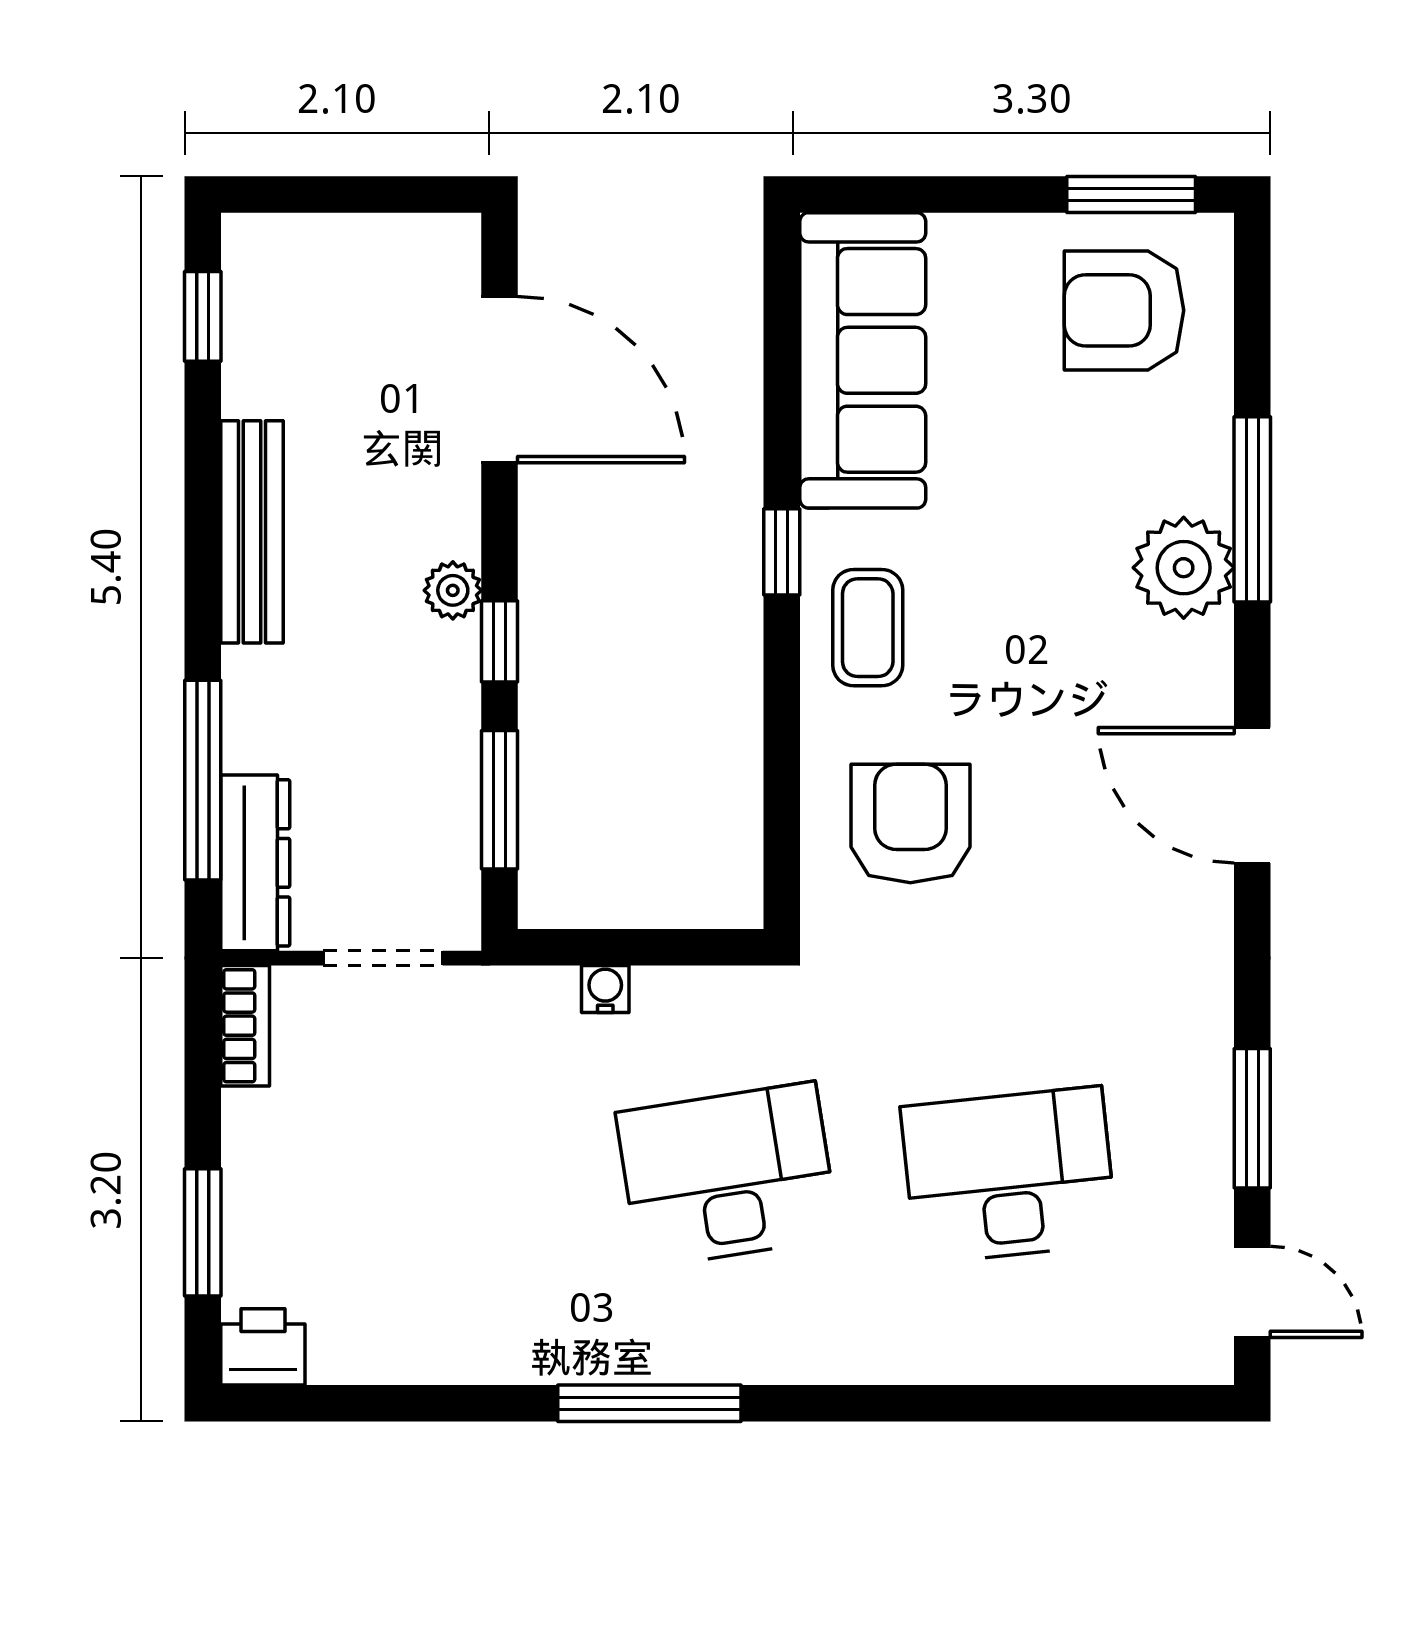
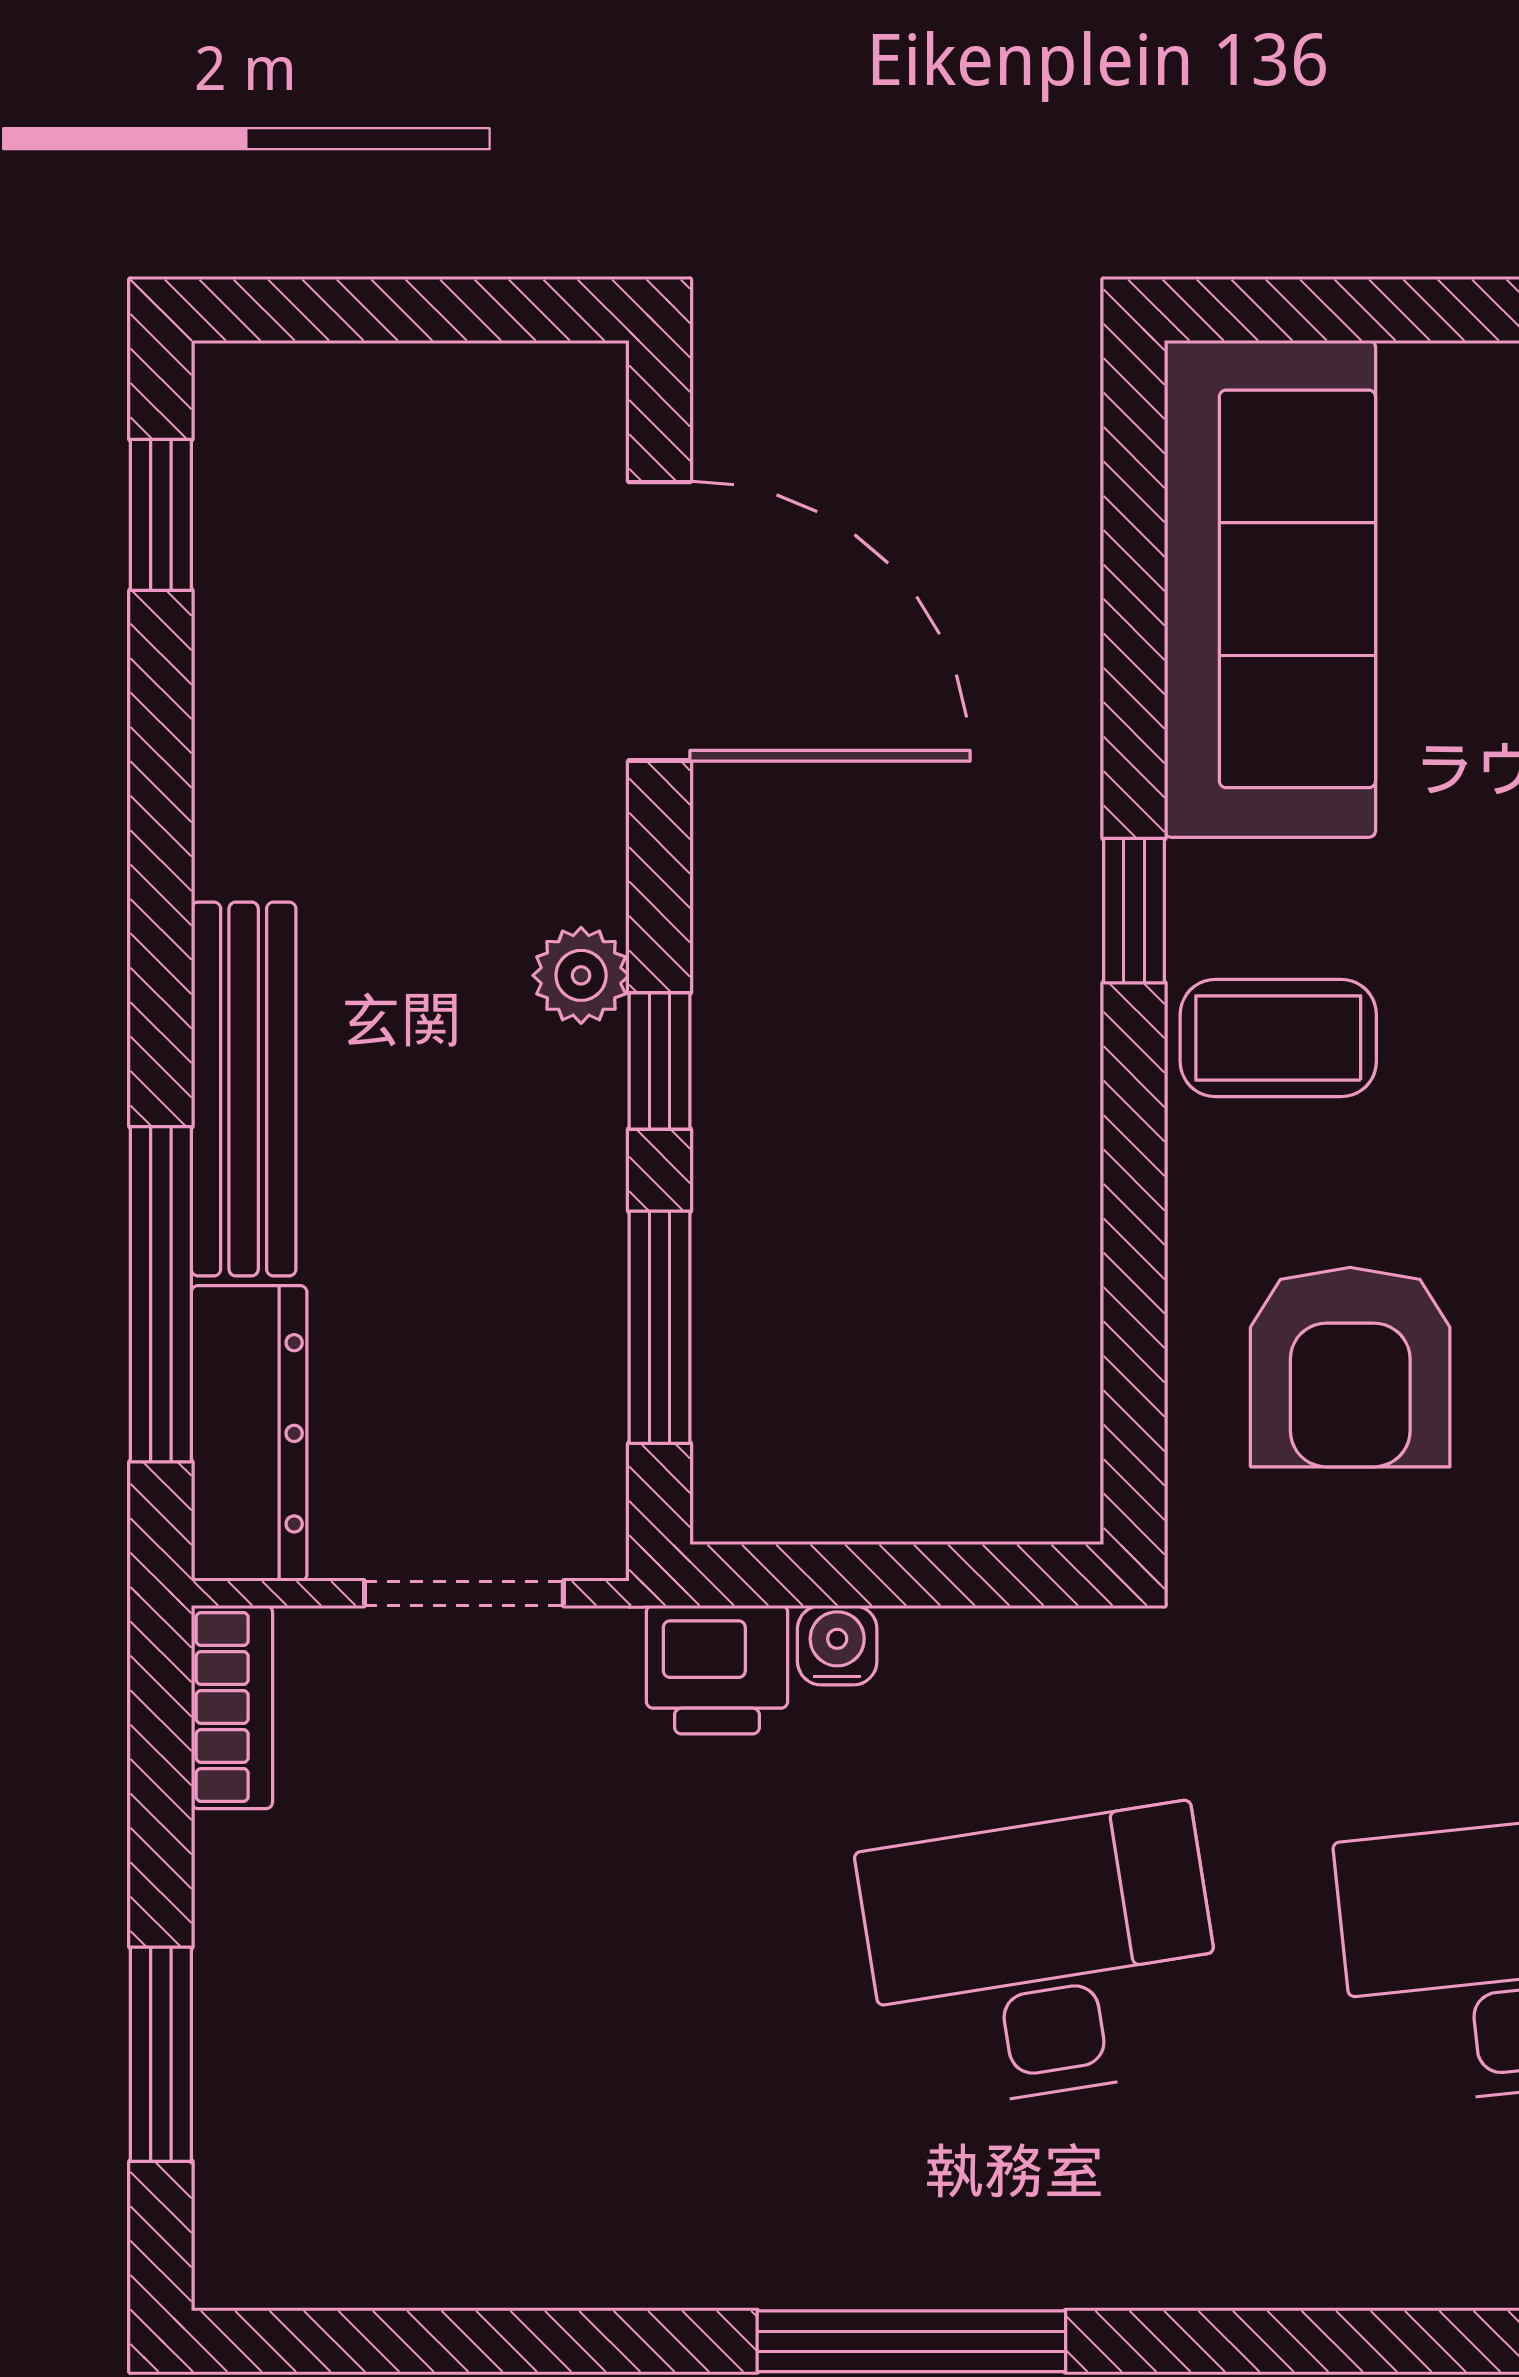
bench: (252, 532) -> (244, 1089), moved
coffee table: (868, 628) -> (1278, 1038), turned 90
armchair: (910, 823) -> (1350, 1367), turned 180
printer: (263, 1347) -> (717, 1670), moved, turned 180

